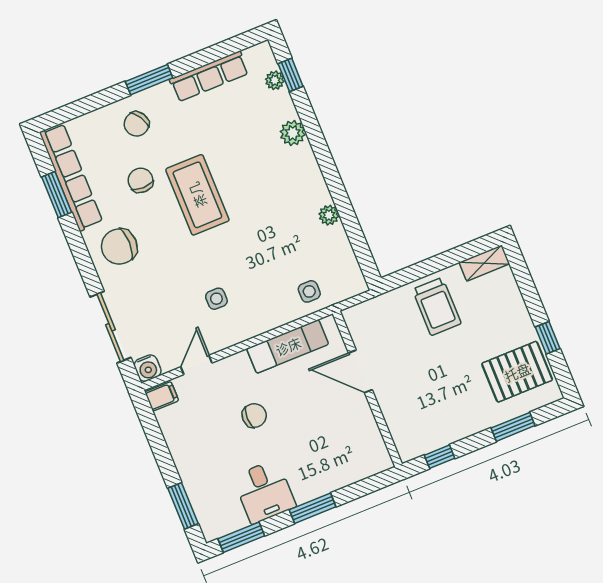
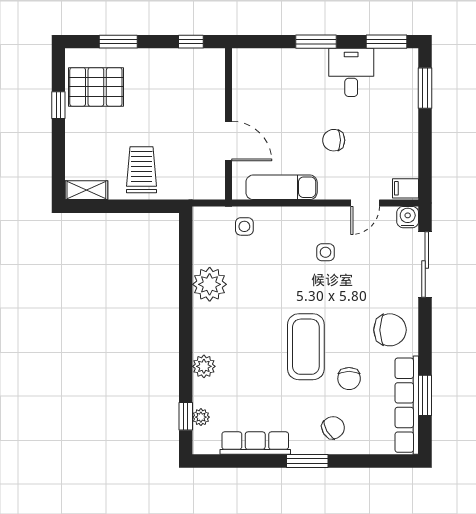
plant: (329, 215) -> (210, 284), width x1.87, depth x1.87

